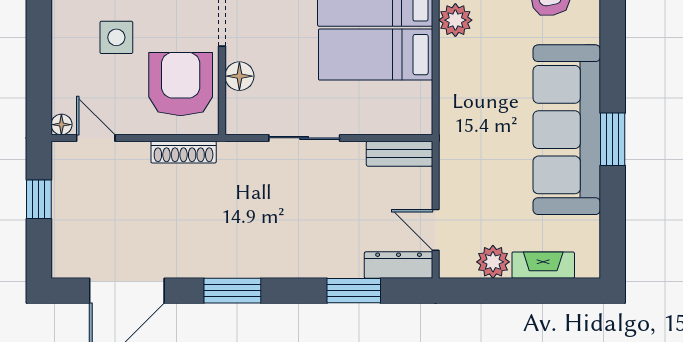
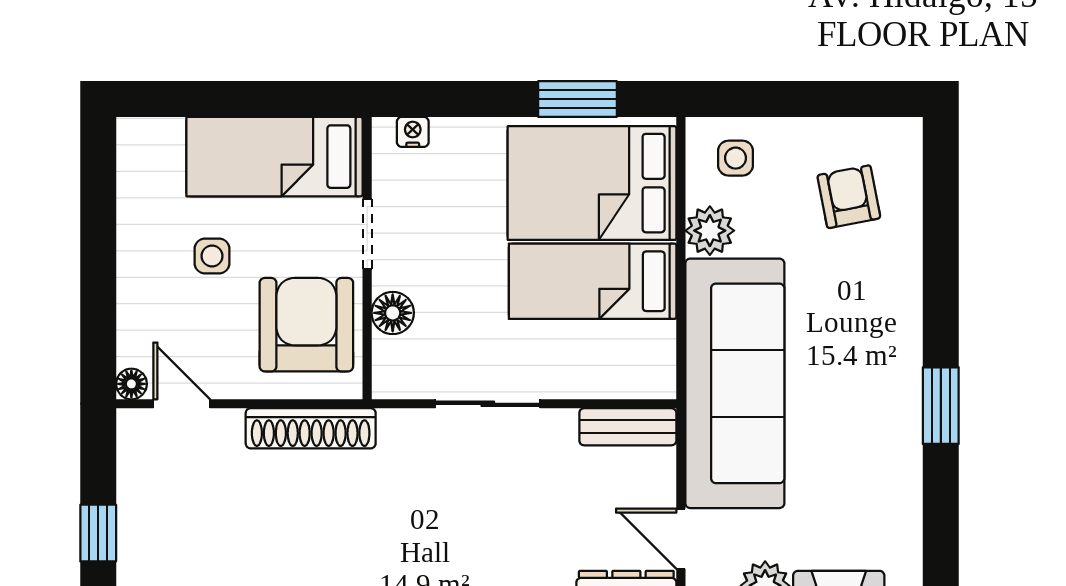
side table: (116, 37) -> (212, 256), width x0.73, depth x0.73
sofa: (567, 130) -> (735, 383), moved, turned 180
shoe rack: (184, 152) -> (311, 428), width x1.36, depth x1.24
window: (39, 199) -> (98, 533), moved

